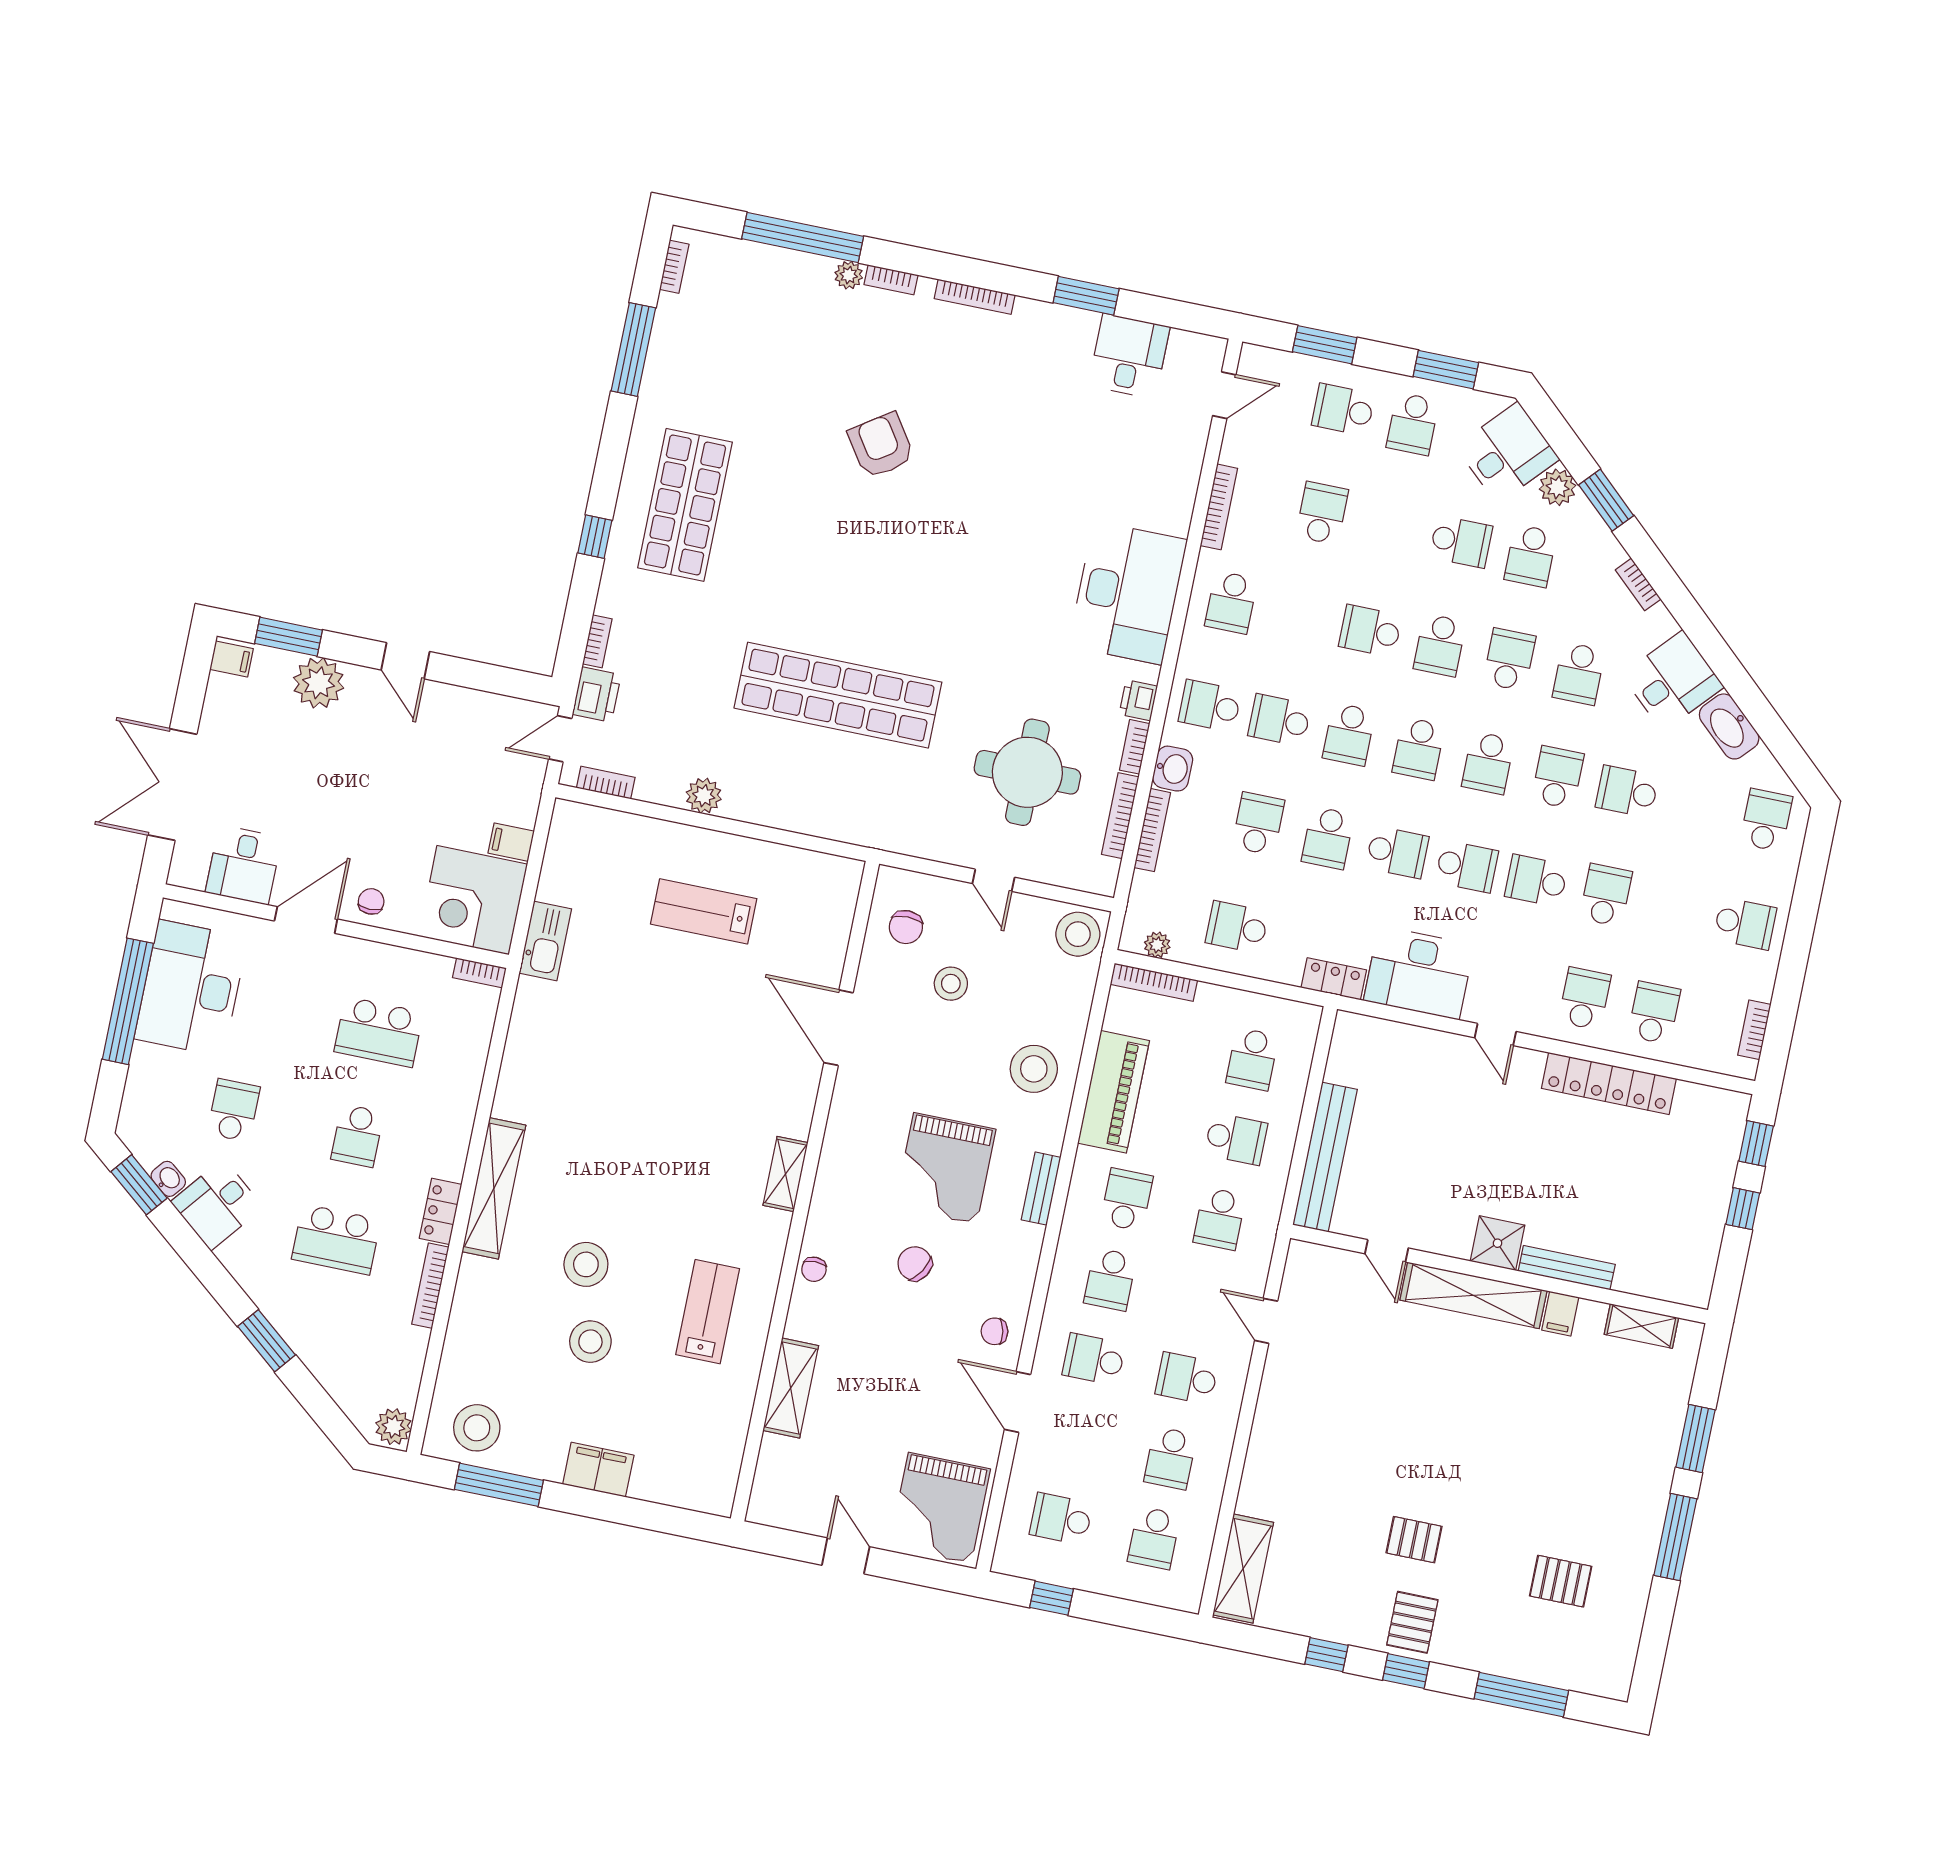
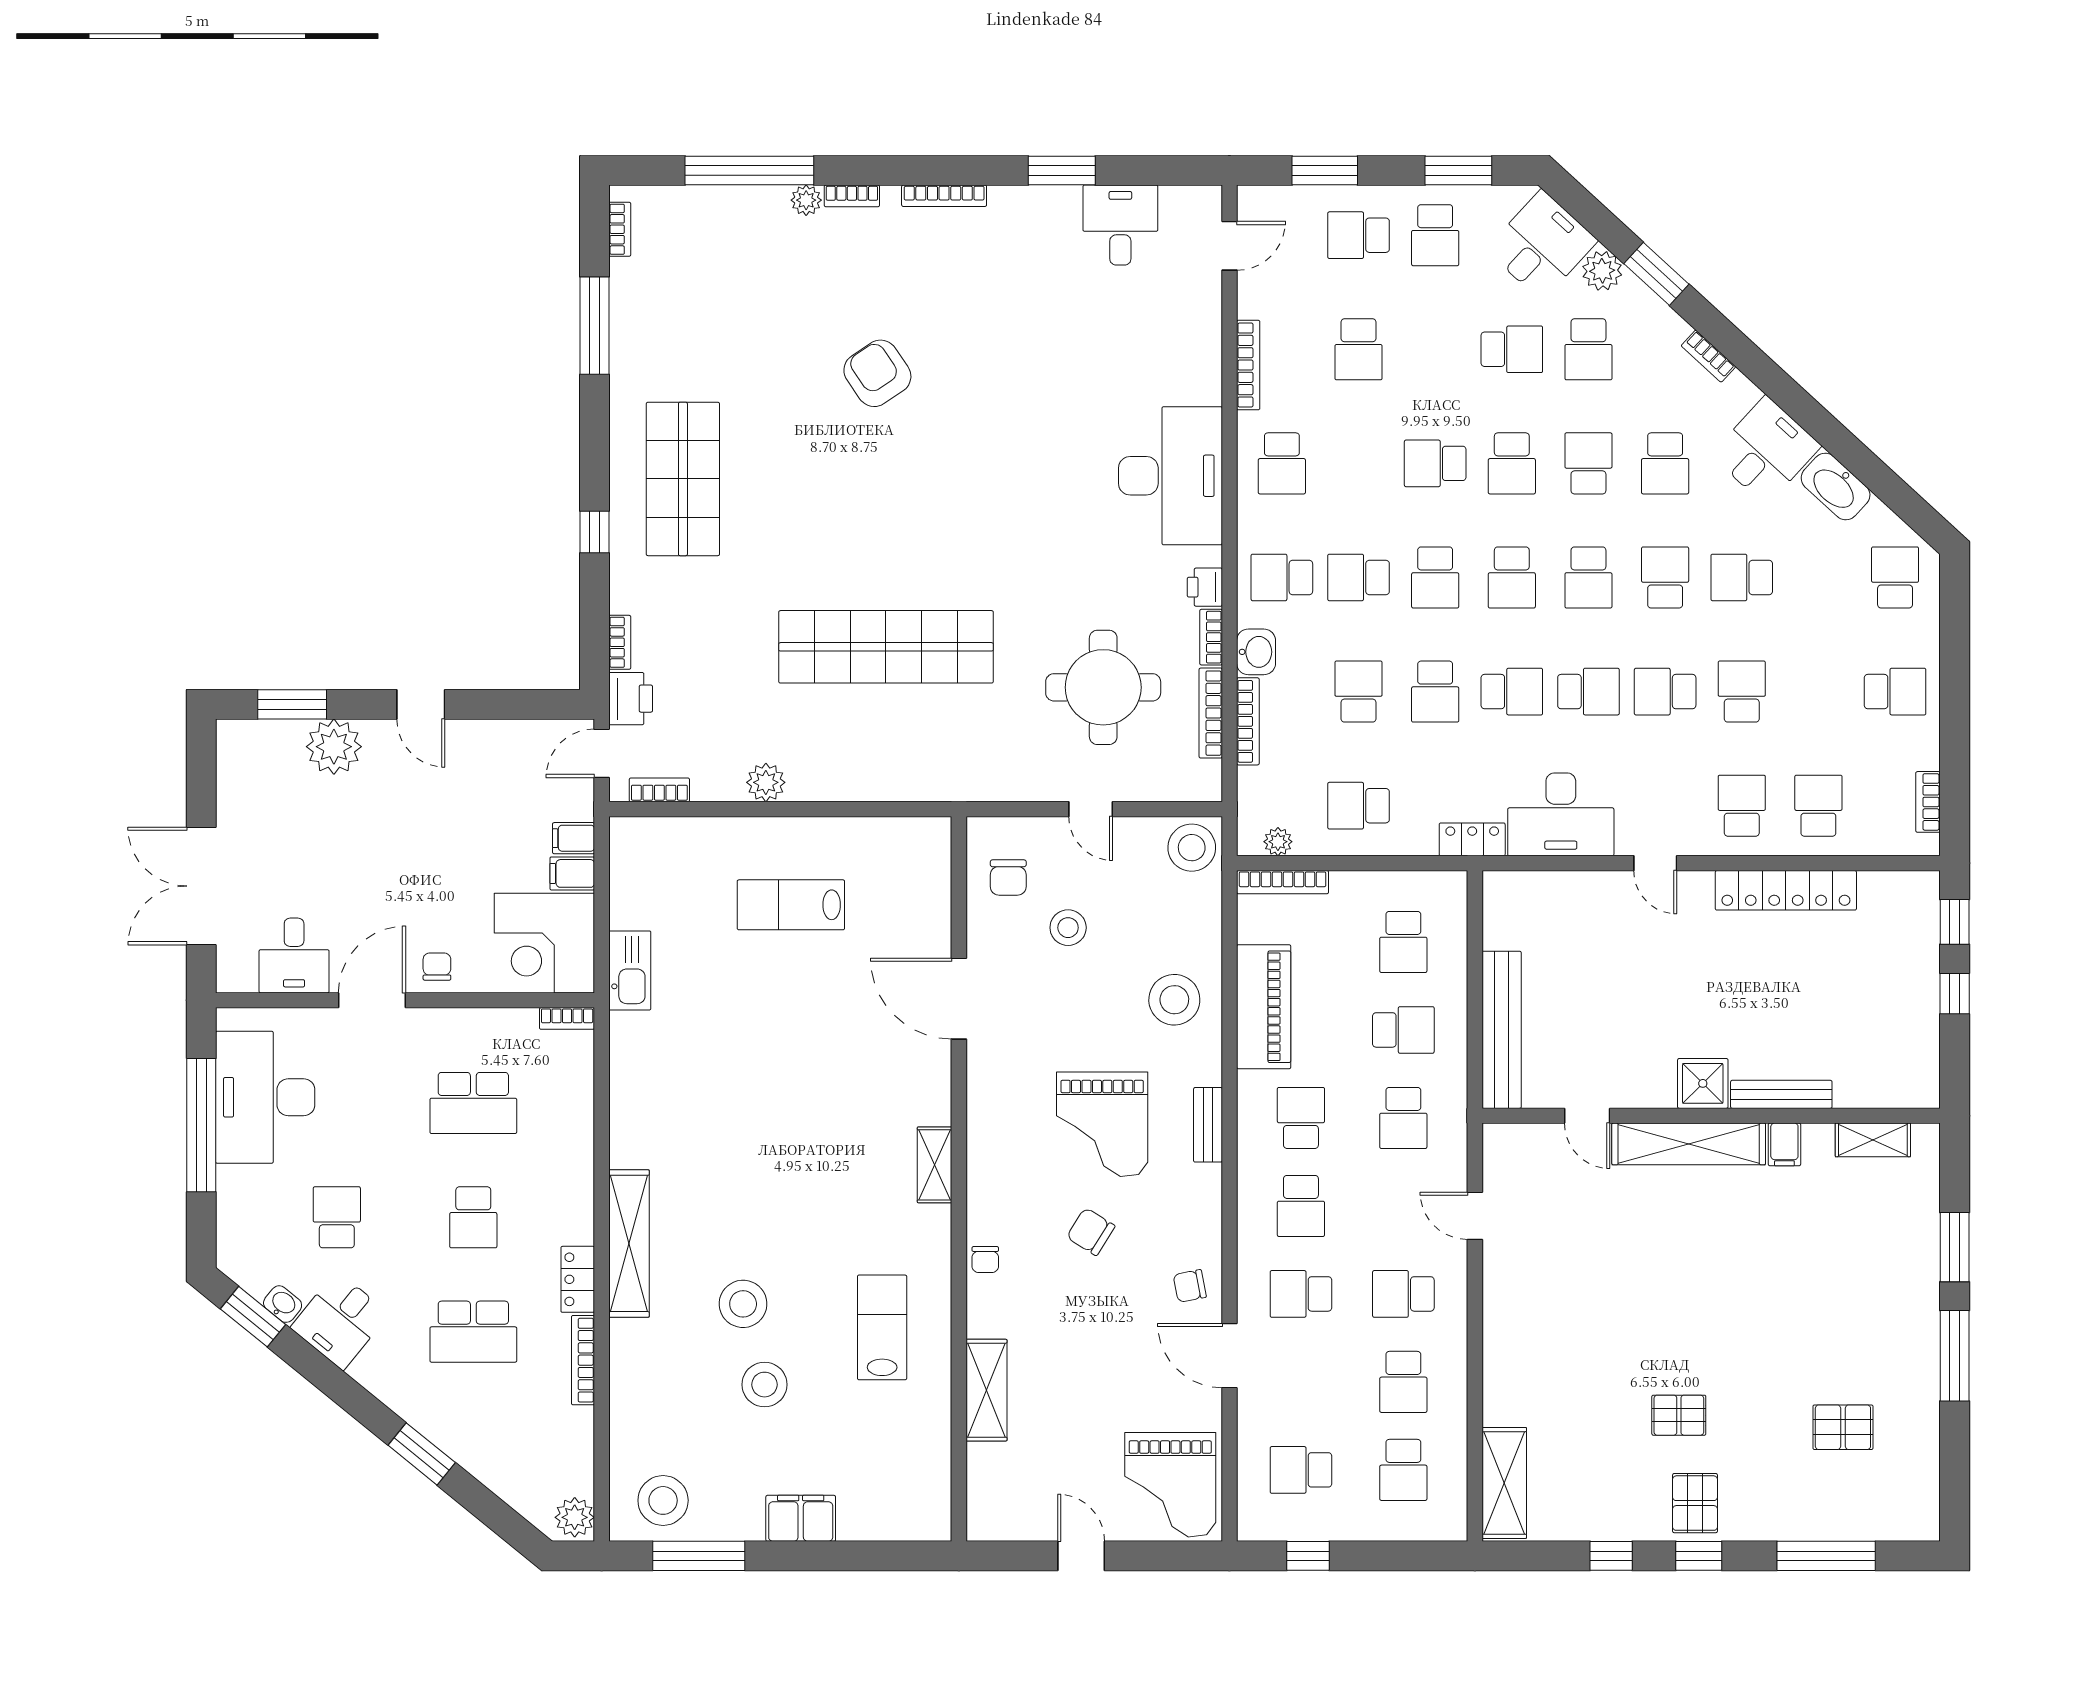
school desk: (1322, 513) -> (1359, 349), turned 180
filing cabinet: (232, 659) -> (574, 838), moved, turned 180

